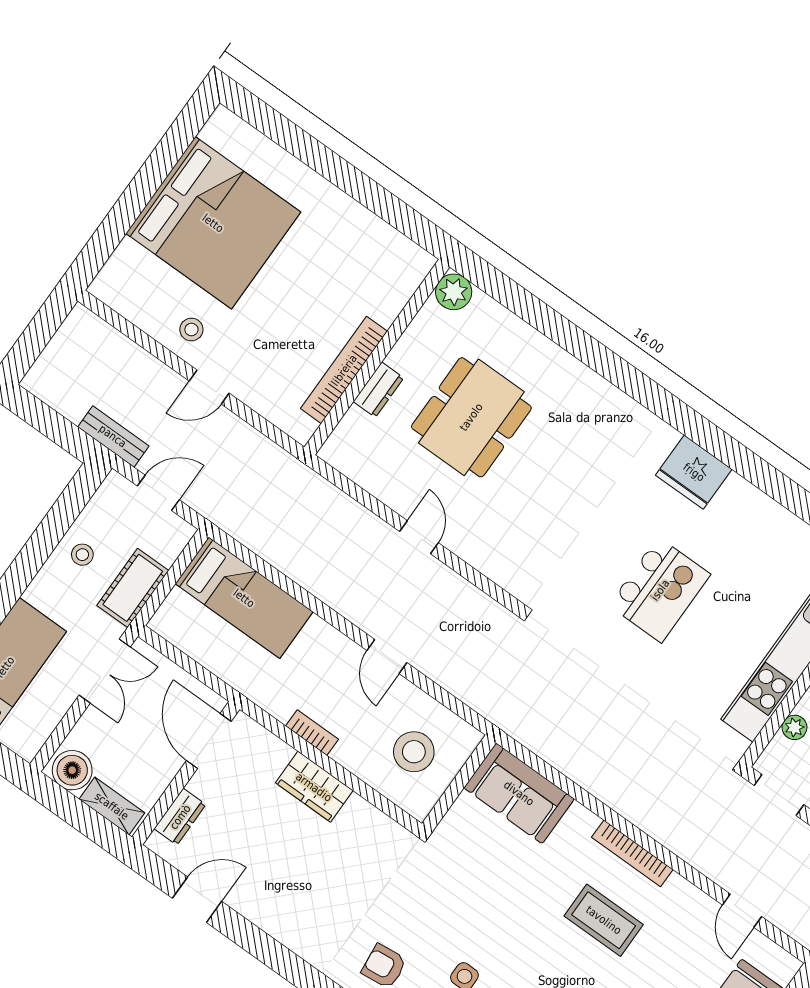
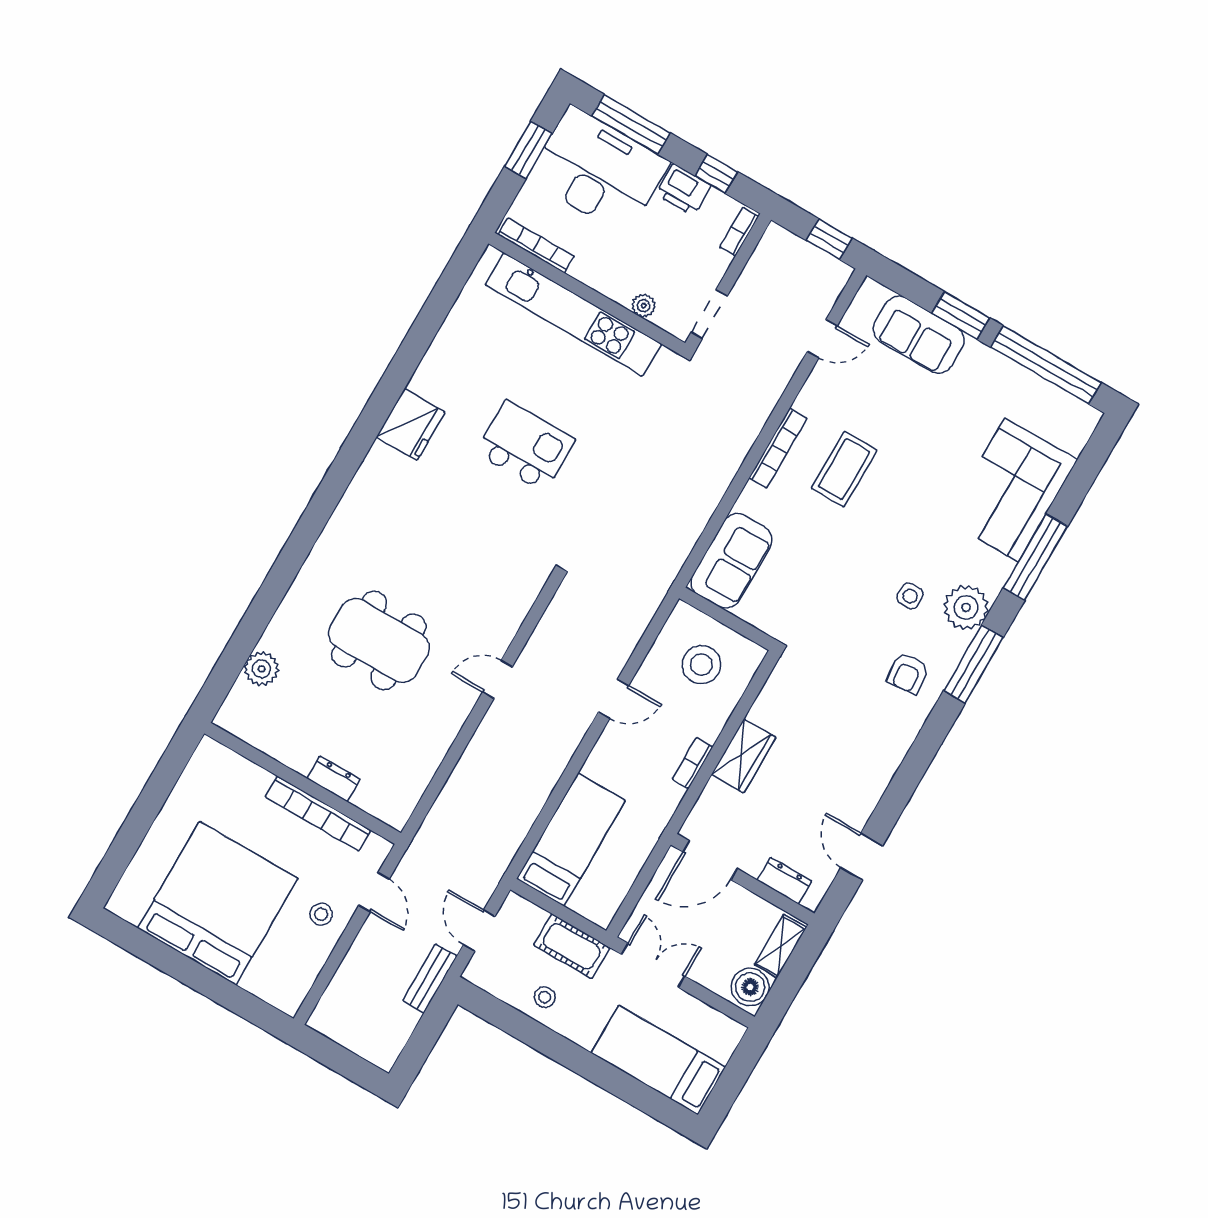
wall: (377, 357) -> (303, 783), moved
bookcase: (344, 370) -> (318, 813), moved
dresser: (378, 390) -> (334, 779), moved

